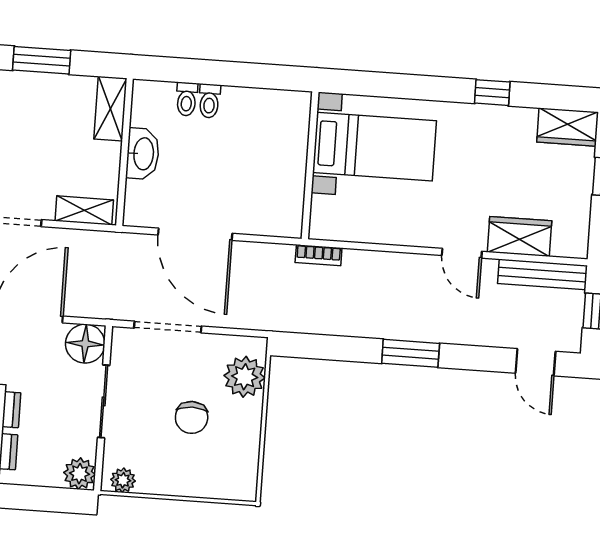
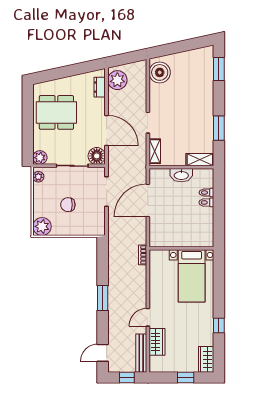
plant: (245, 377) -> (42, 226), moved

